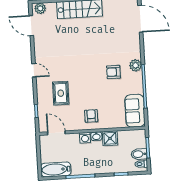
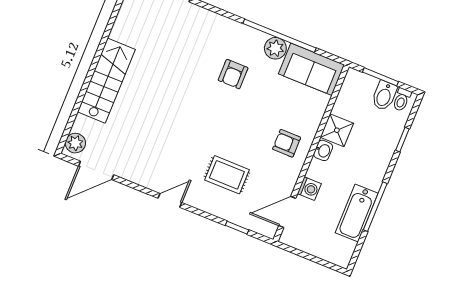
plant: (136, 65) -> (275, 48), moved
washing machine: (85, 138) -> (309, 189), moved
bathtub: (56, 169) -> (357, 213), moved

